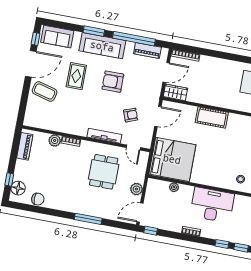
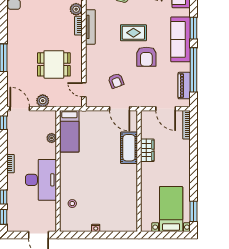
rug: (76, 76) -> (133, 33), moved
armchair: (113, 82) -> (146, 57), turned 180
wardrobe: (175, 92) -> (147, 150), moved
cot: (212, 117) -> (129, 148), moved
tv unit: (104, 136) -> (90, 27), moved
door: (133, 147) -> (84, 90), hinge flipped
bed: (172, 159) -> (69, 131), width x0.49

